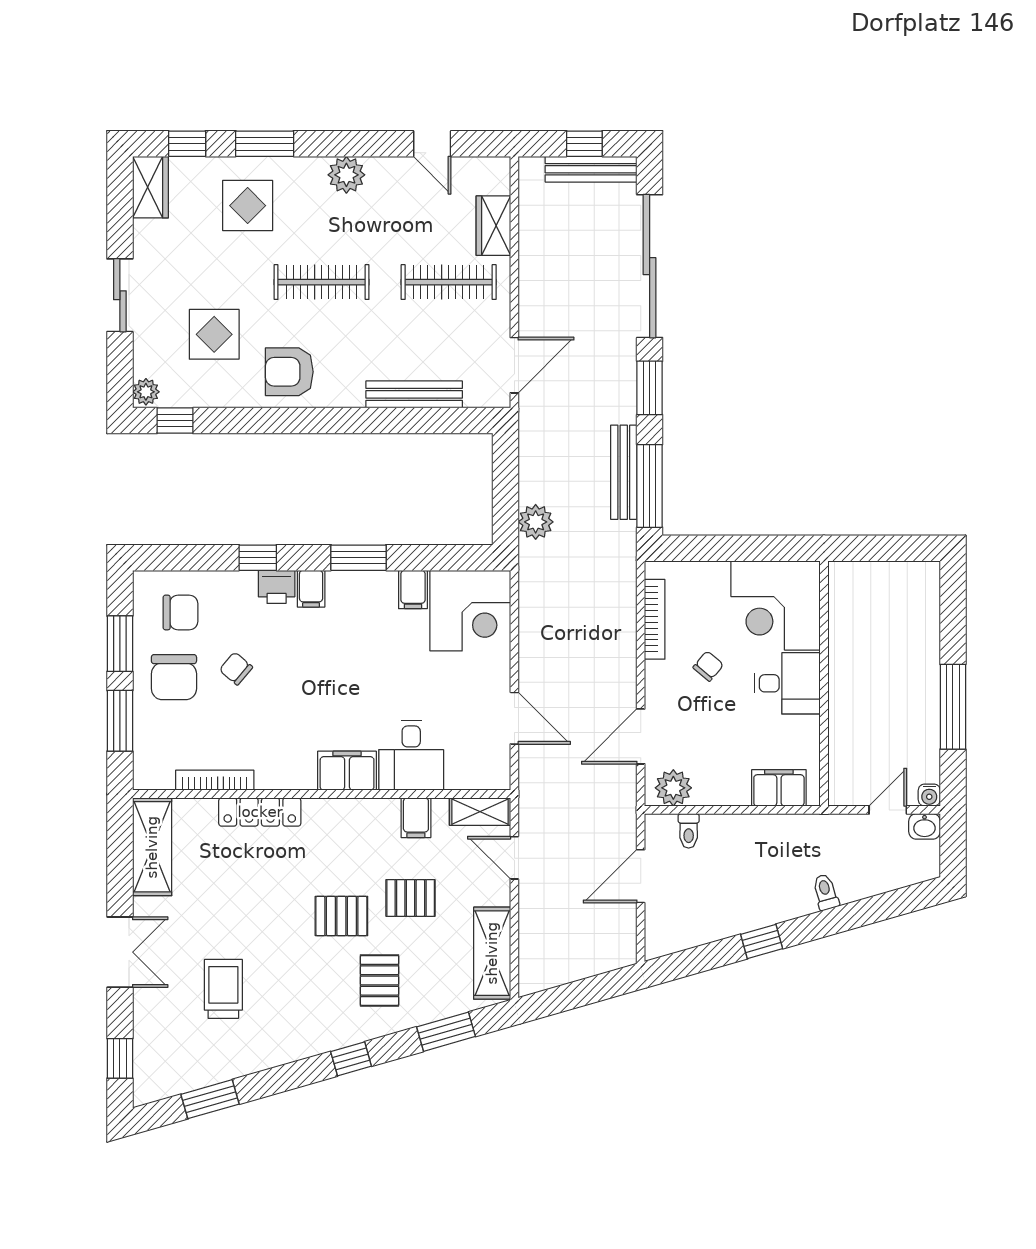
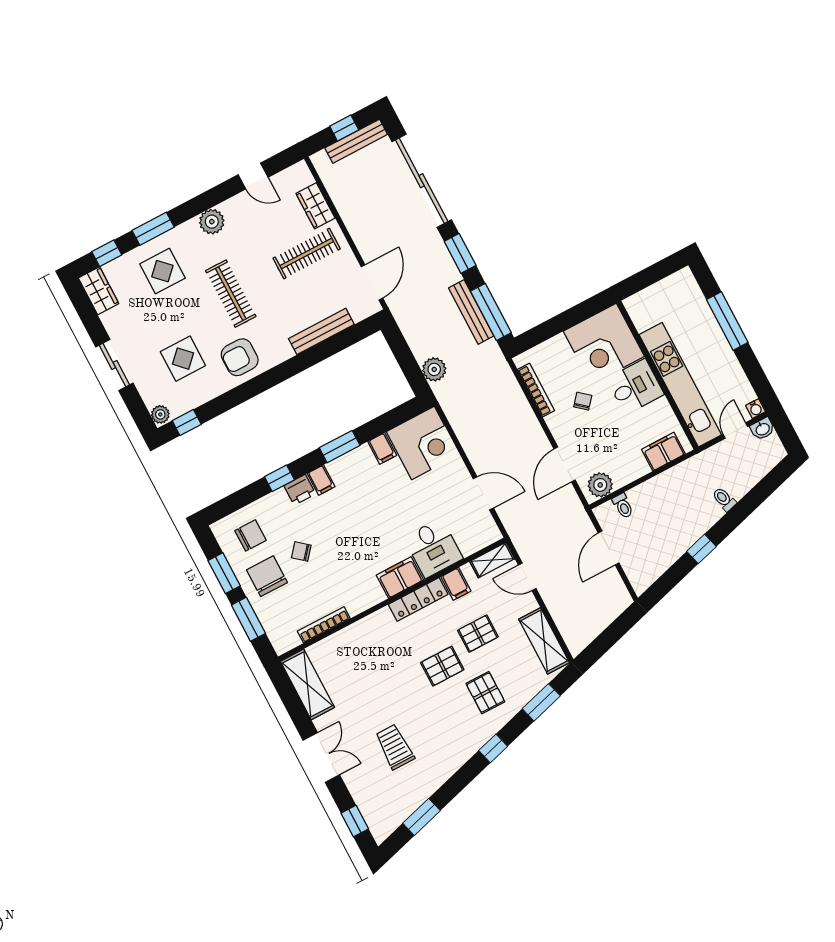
clothes rail: (322, 282) -> (231, 294), turned 90
chair: (174, 677) -> (267, 576), turned 180
window: (953, 707) -> (727, 321), moved
kitchen unit: (847, 712) -> (680, 385), added
locker: (260, 812) -> (418, 599), moved

